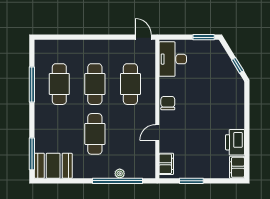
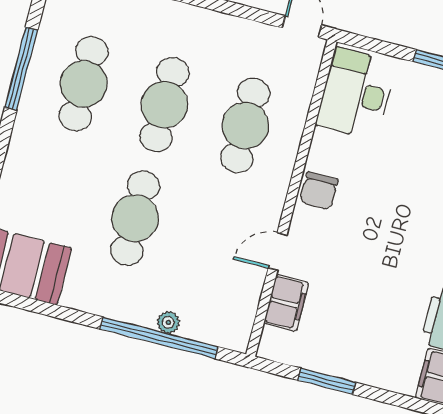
chair: (168, 103) -> (319, 191), turned 180
filing cabinet: (166, 164) -> (286, 303), moved

